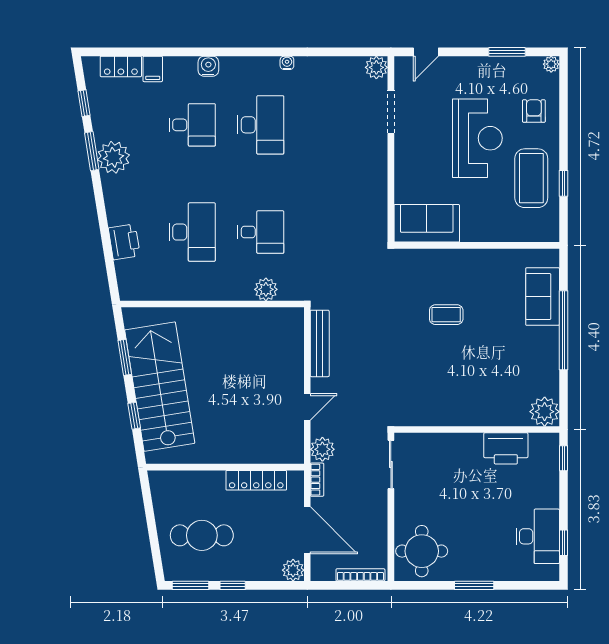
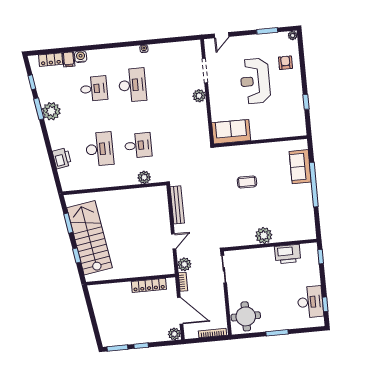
water cooler: (208, 66) -> (81, 57), moved
plant: (376, 67) -> (199, 96), moved
reception desk: (477, 138) -> (255, 81), turned 180
coffee table: (531, 178) -> (288, 101), removed
plant: (545, 412) -> (264, 235), moved
cafe table: (202, 535) -> (121, 319), removed

